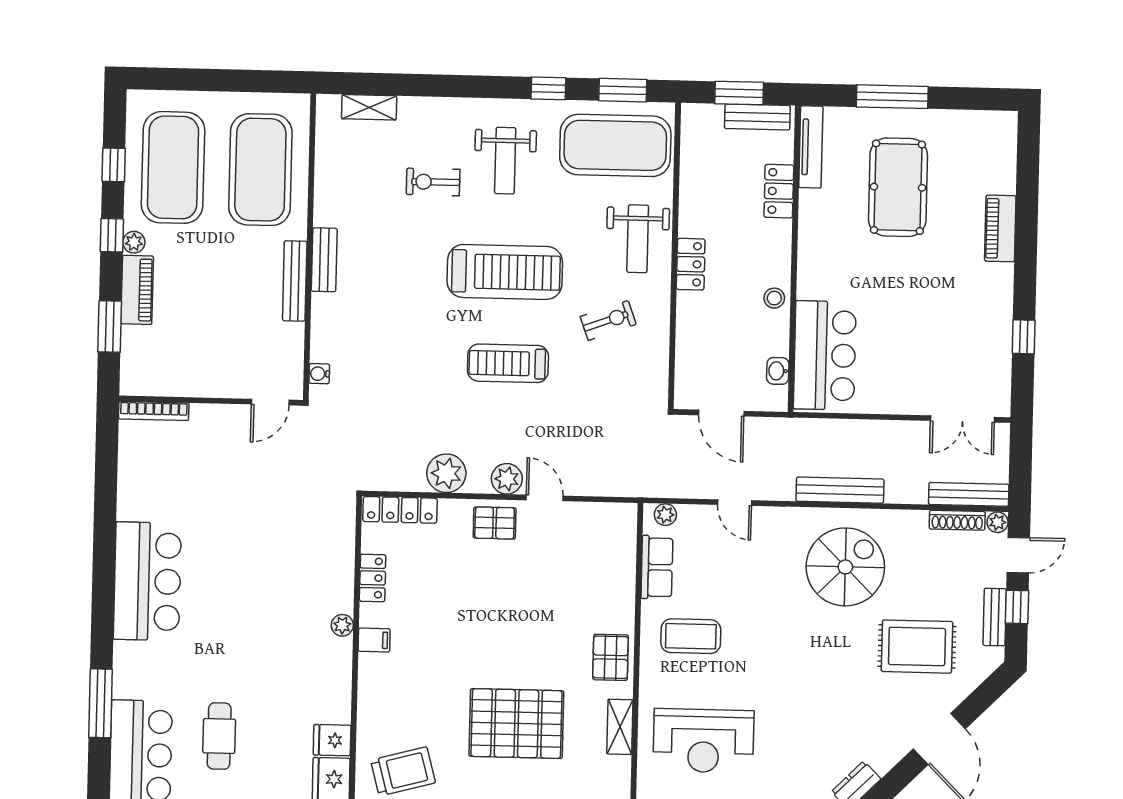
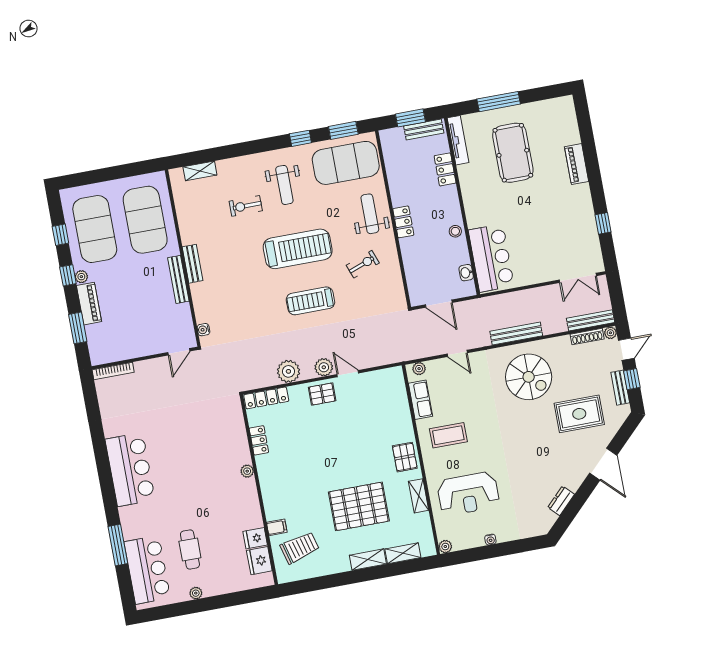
weight bench: (638, 239) -> (370, 214), turned 180
spiral stairs: (845, 567) -> (529, 377), turned 90
filing cabinet: (374, 640) -> (277, 527), moved

